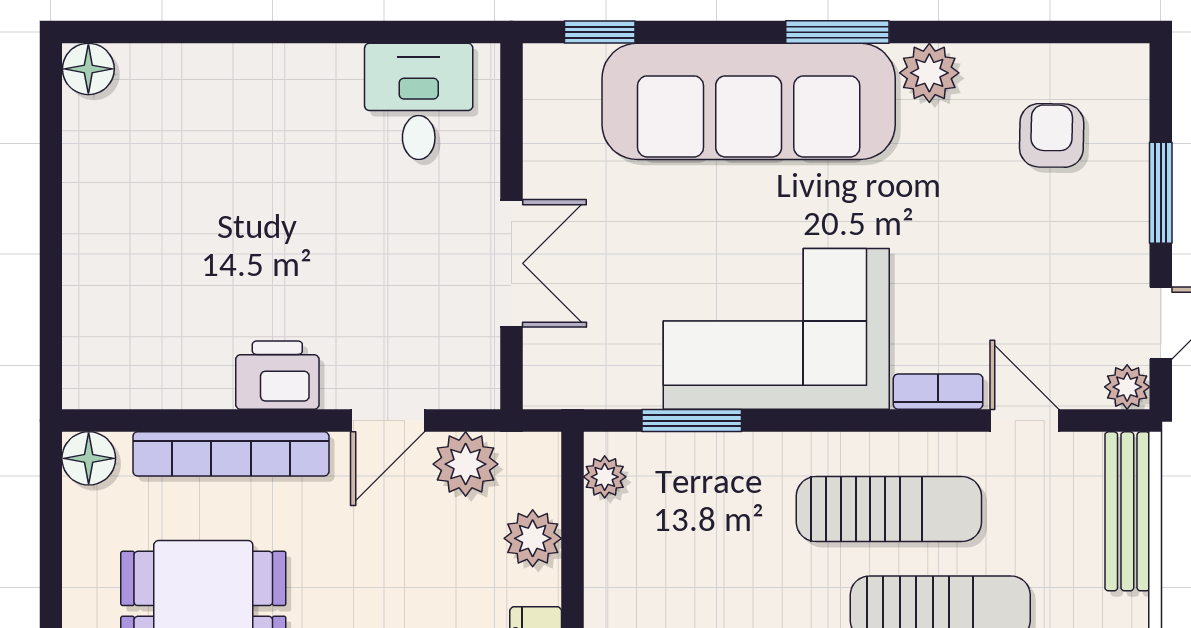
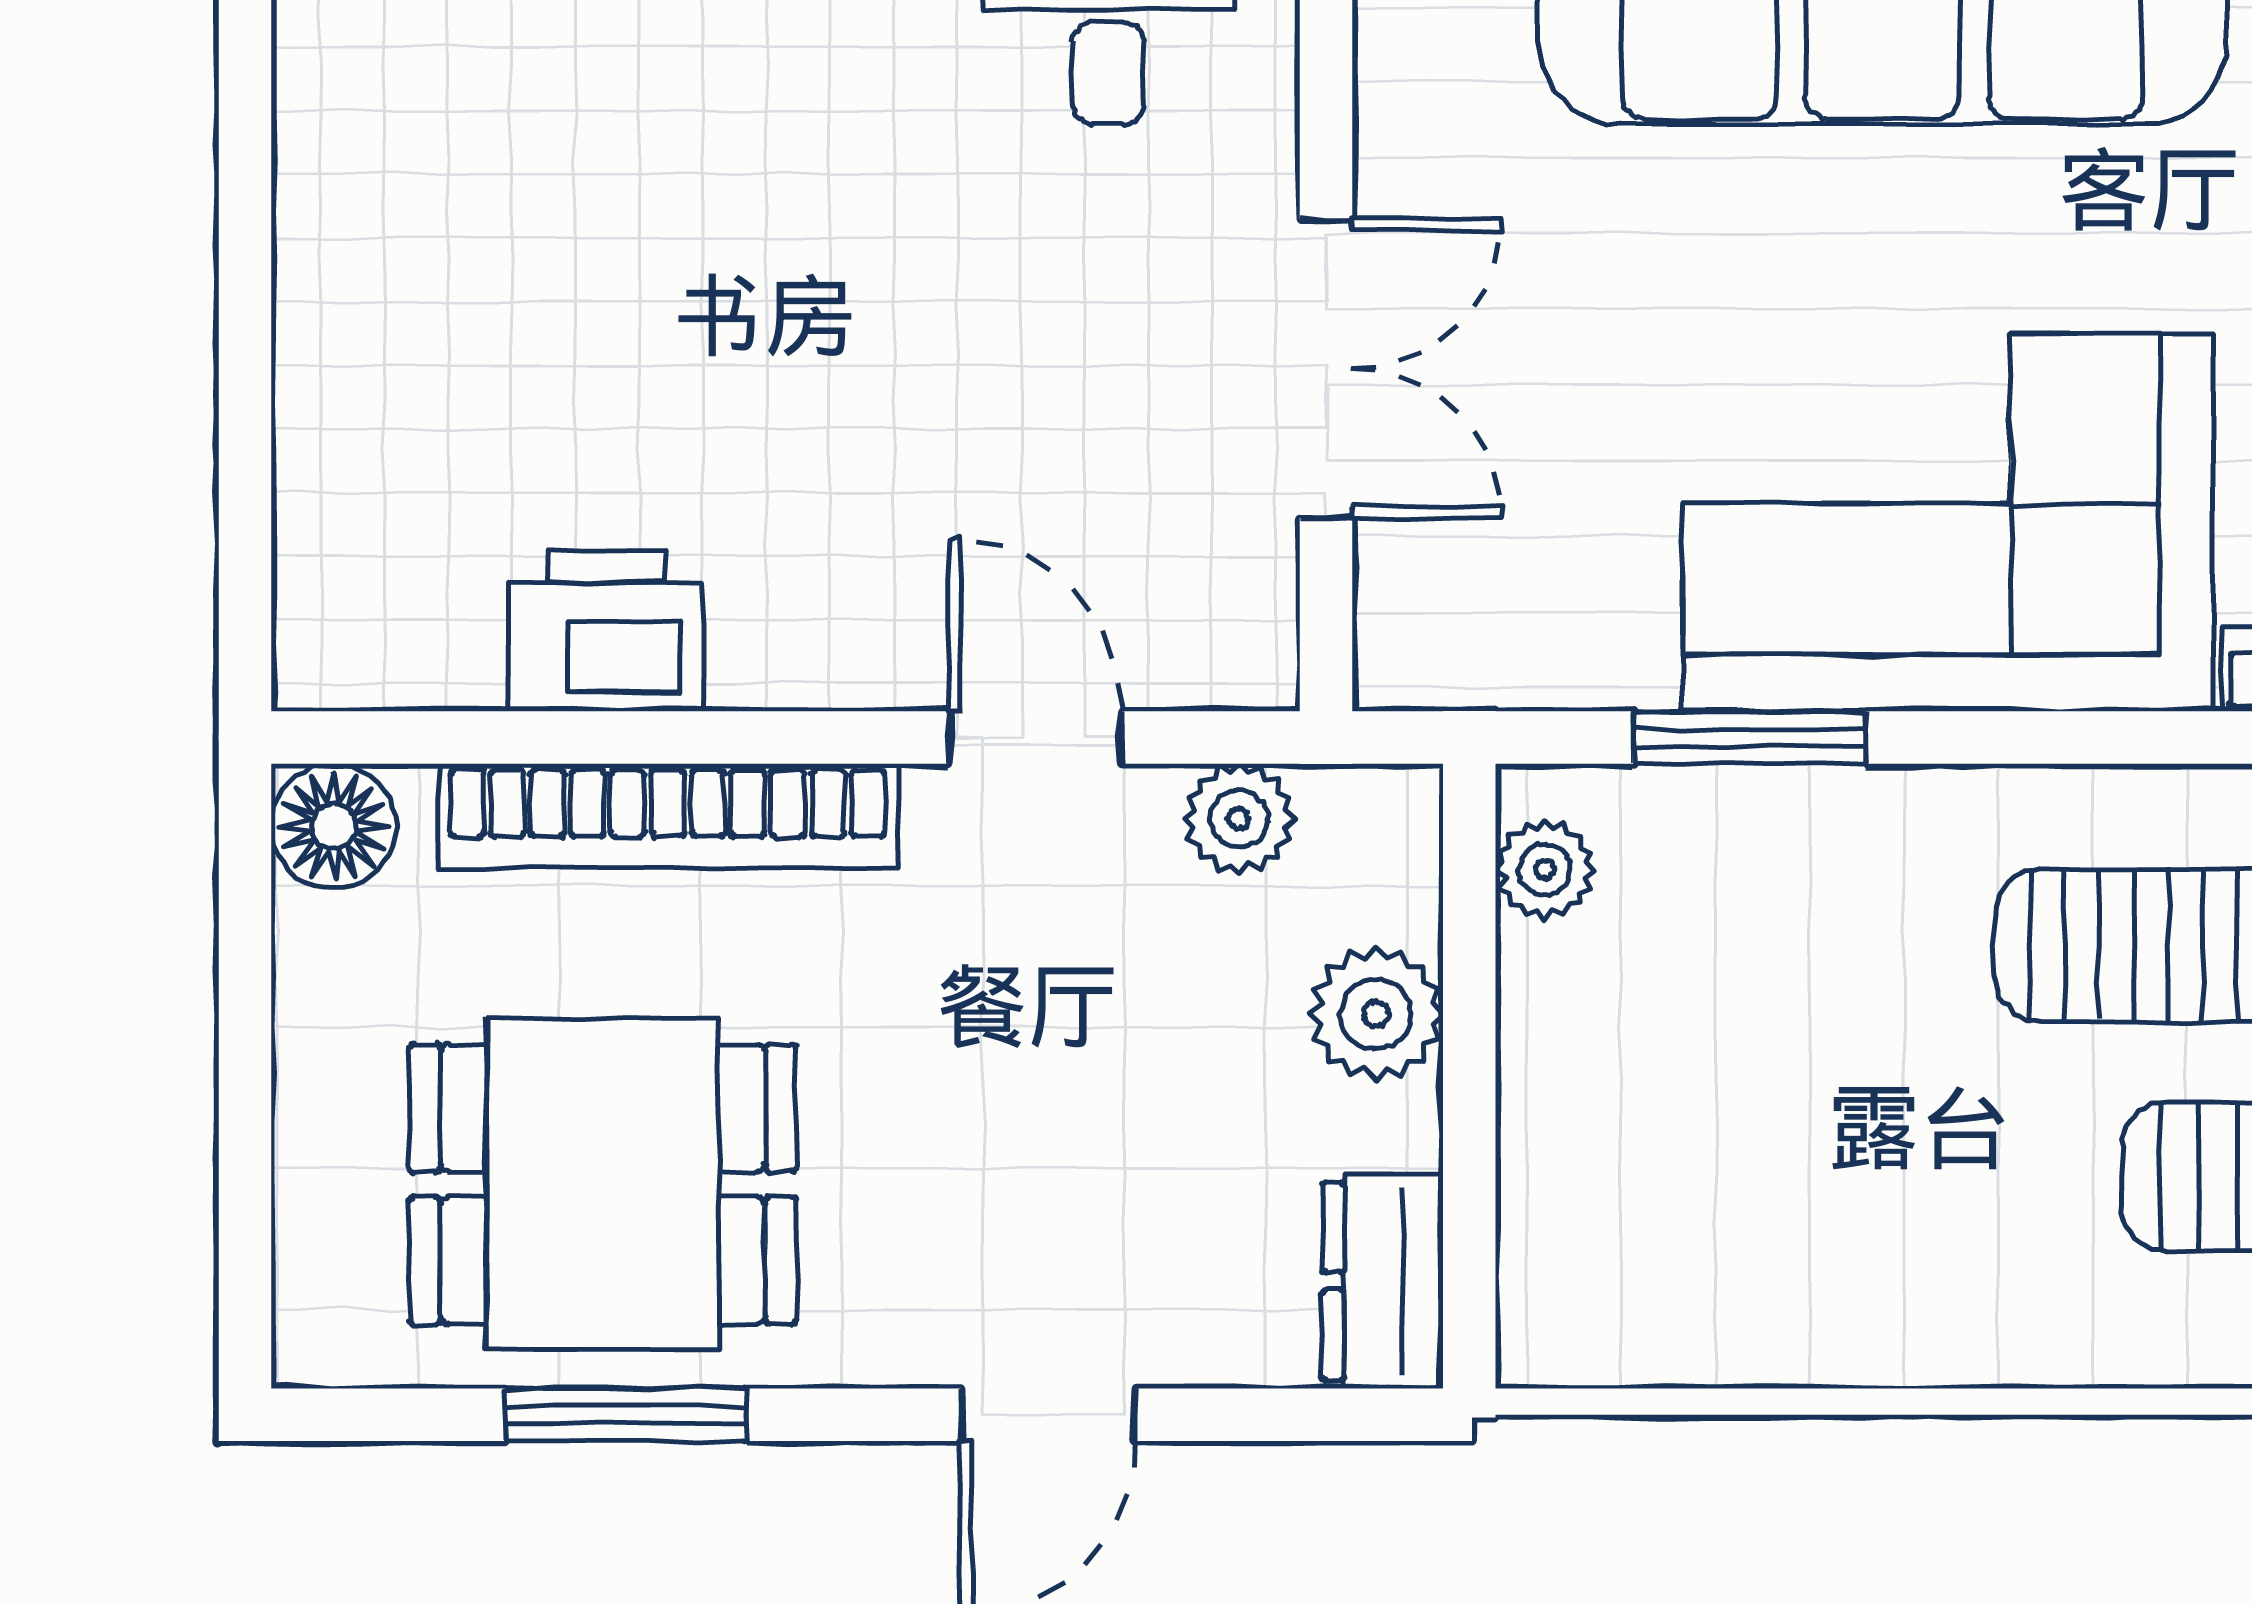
printer: (277, 375) -> (606, 631), moved
door: (388, 421) -> (1036, 737), swing flipped
plant: (466, 464) -> (1239, 819), width x0.73, depth x0.73

